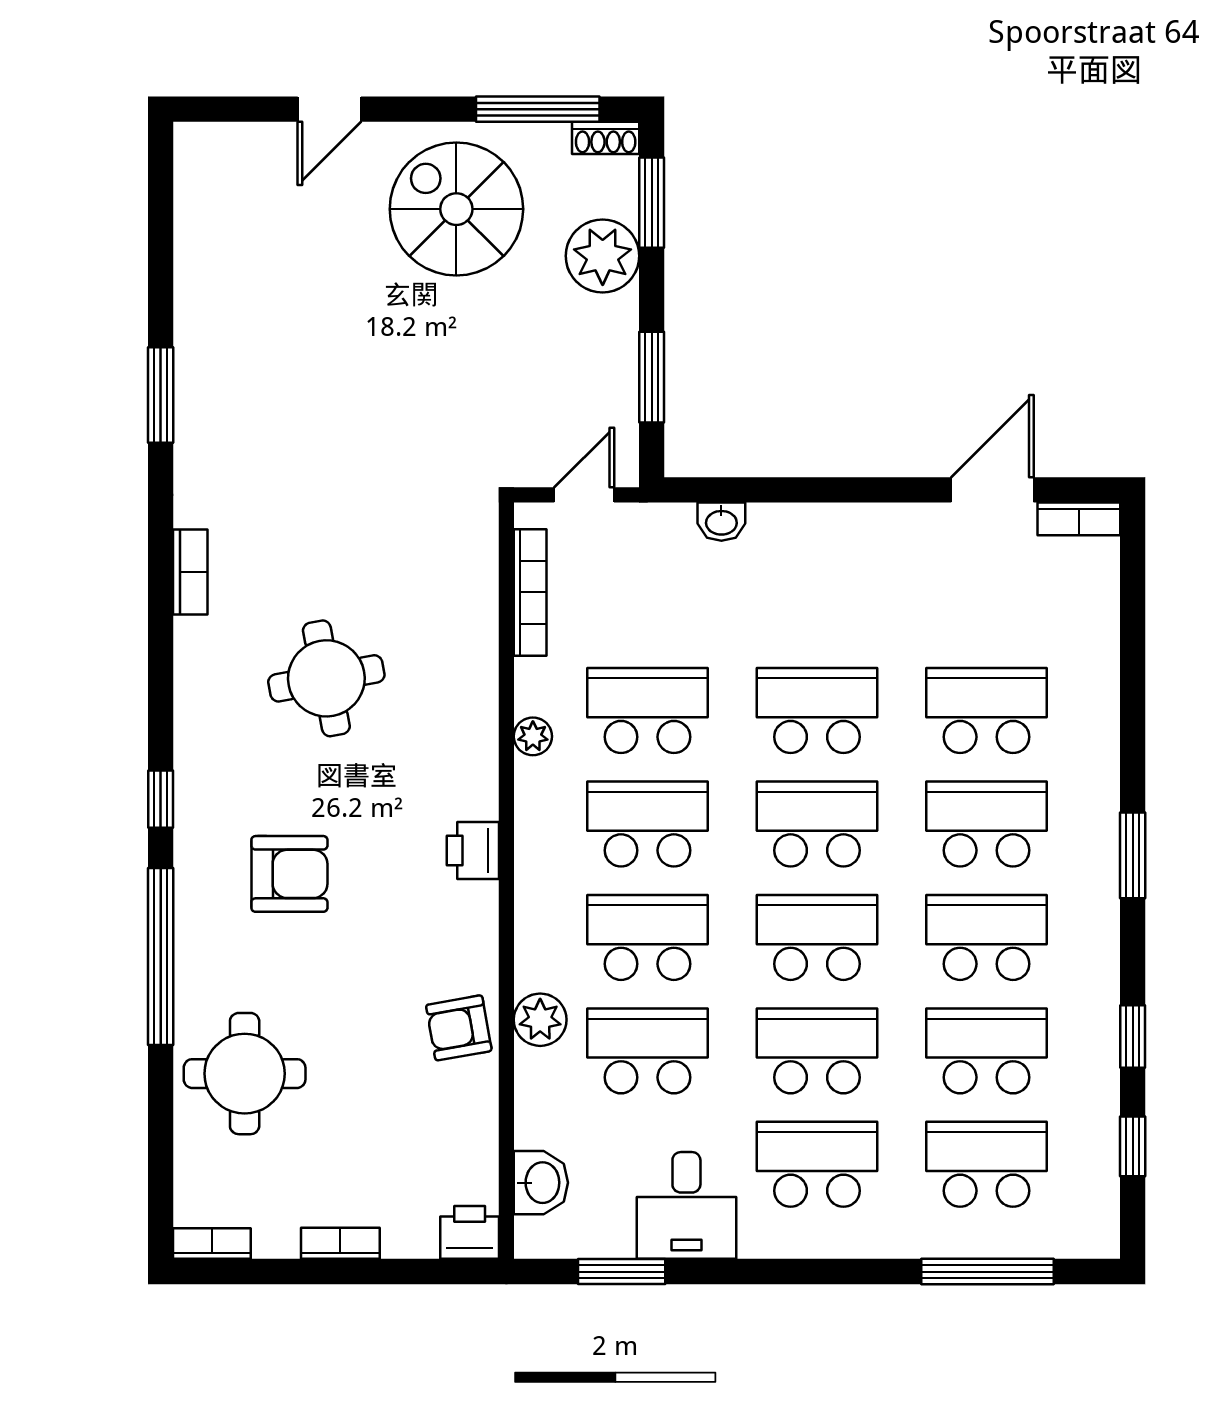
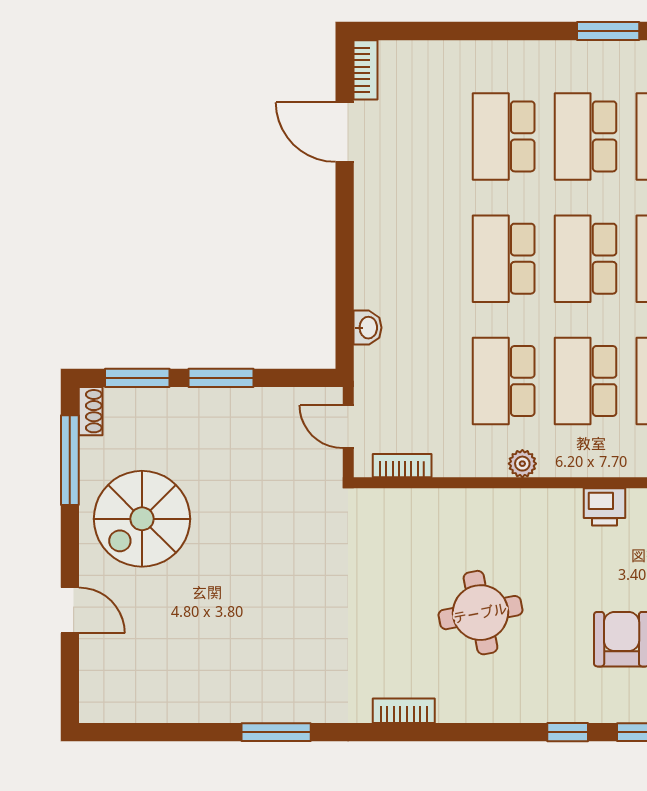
plant: (603, 256) -> (176, 413), removed
window: (652, 377) -> (221, 378), moved
bookcase: (530, 592) -> (402, 466), width x0.64

